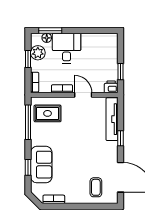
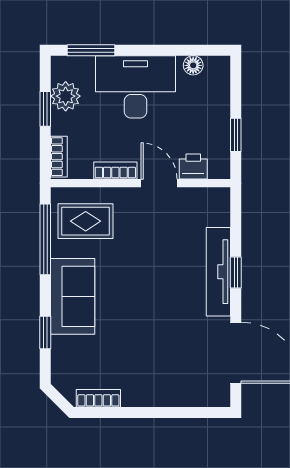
floor lamp: (47, 38) -> (193, 65), moved
desk: (67, 48) -> (135, 87), width x1.37
printer: (111, 87) -> (193, 166), moved
tv unit: (112, 119) -> (218, 272), moved
sofa: (41, 165) -> (73, 296), moved
coffee table: (96, 187) -> (185, 374), removed

